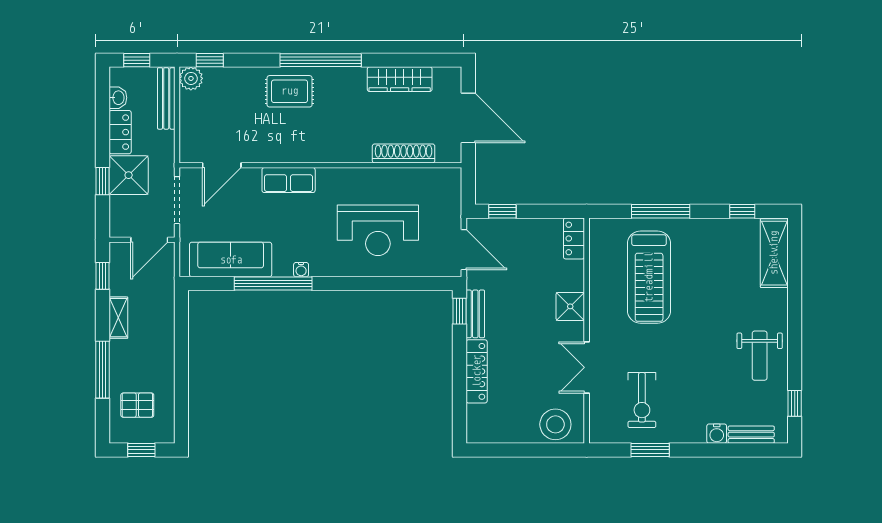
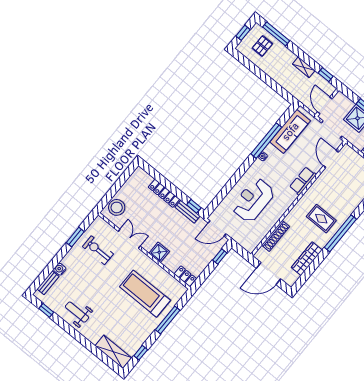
rug: (290, 91) -> (321, 219), moved, turned 90
window: (103, 370) -> (276, 34), moved

